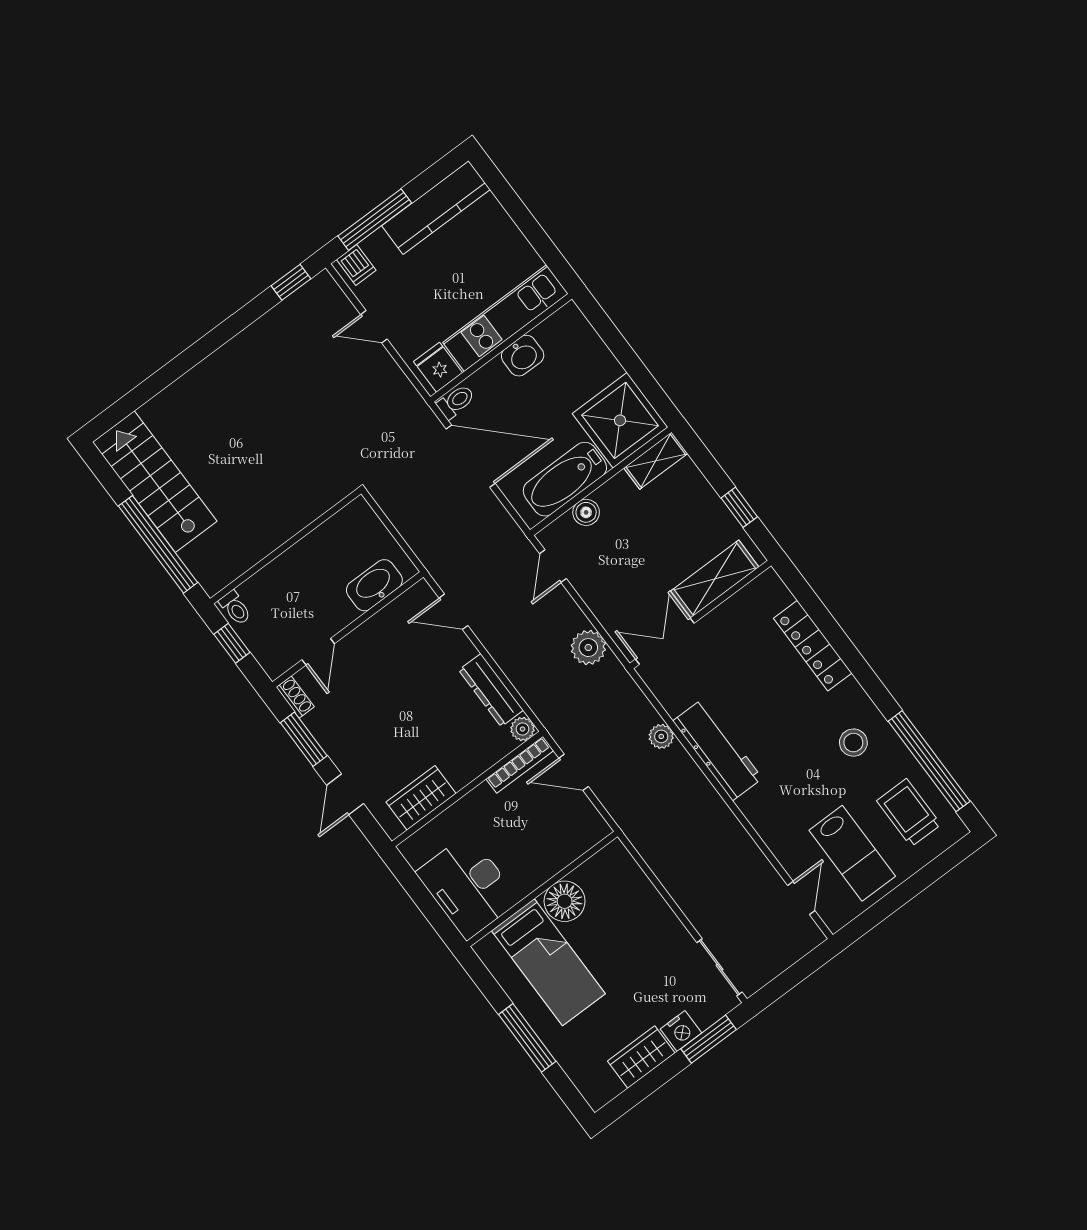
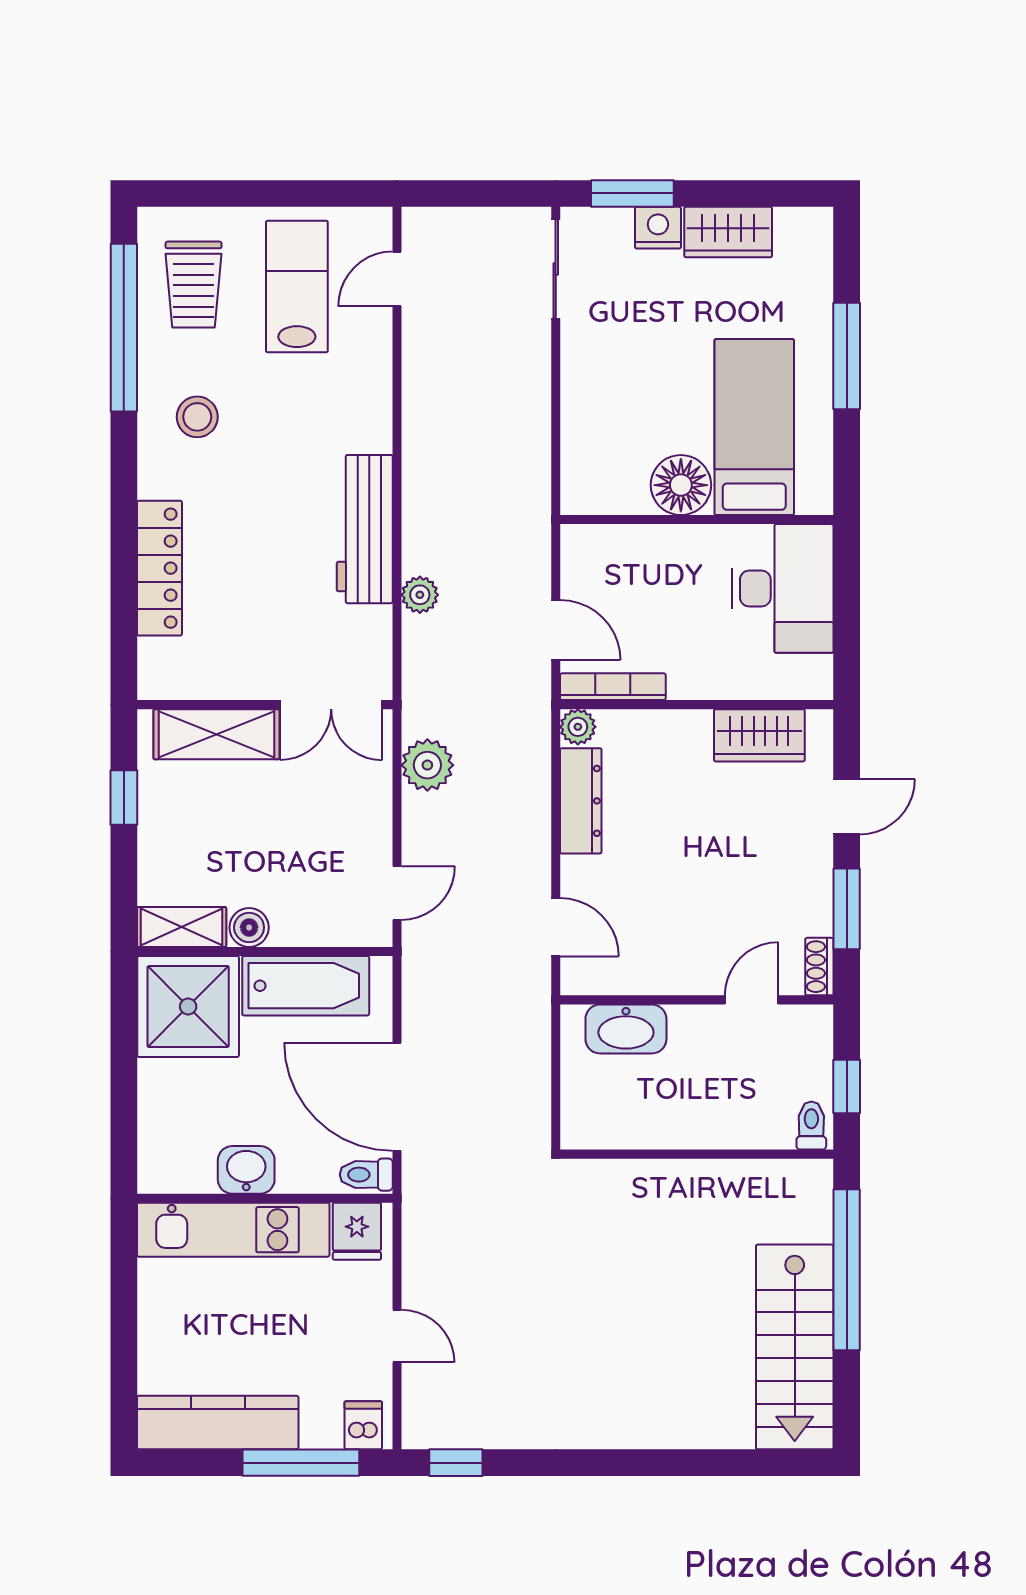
boiler: (586, 512) -> (249, 927), moved

